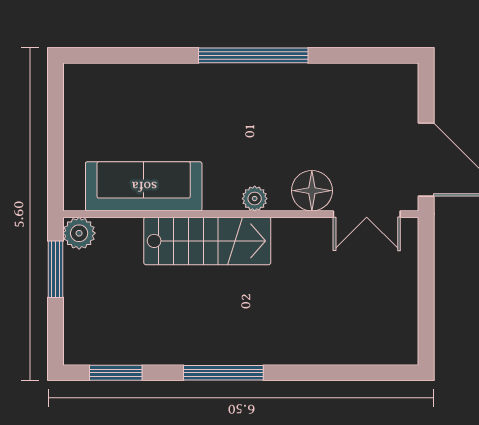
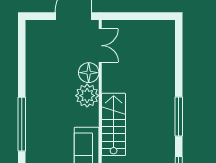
window: (253, 55) -> (22, 124), moved
plant: (255, 199) -> (87, 96), width x1.87, depth x1.87

